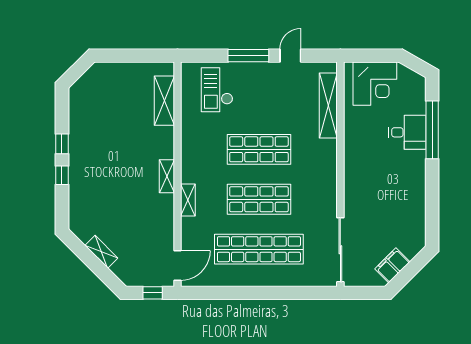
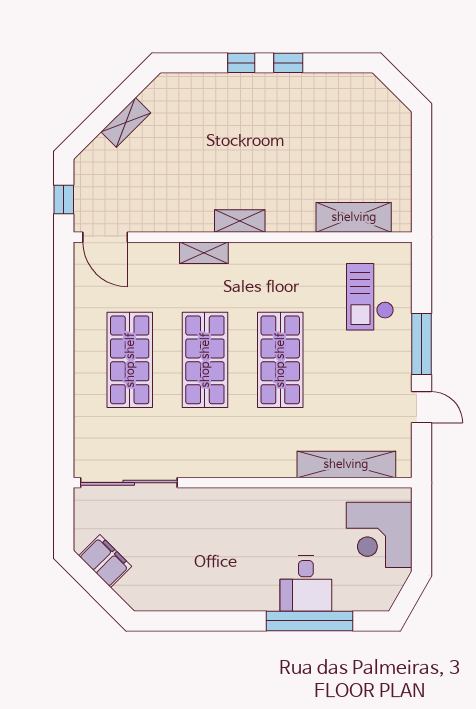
checkout: (217, 90) -> (370, 297), turned -90
shop shelf: (259, 249) -> (130, 360), width x0.71

